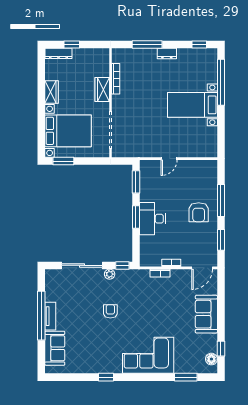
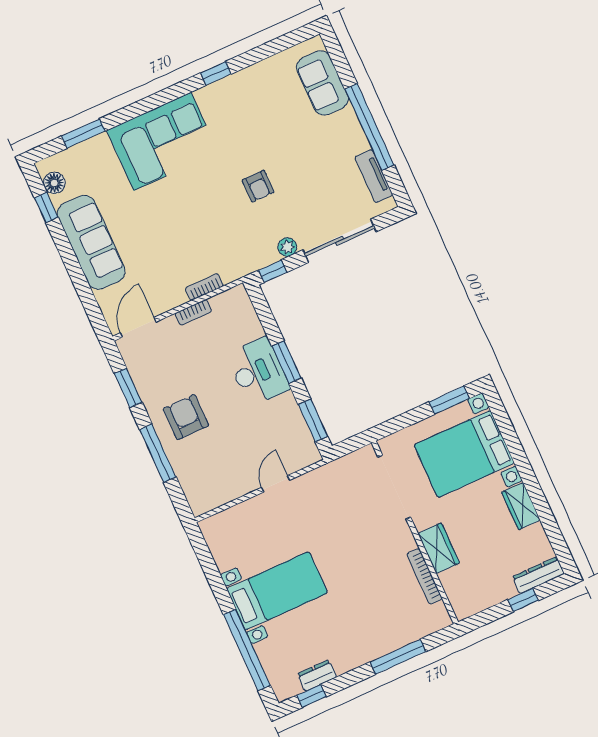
dresser: (167, 54) -> (317, 675), moved
sofa: (206, 314) -> (91, 242), width x1.36
tv unit: (50, 316) -> (374, 176), moved

